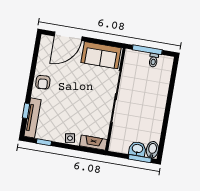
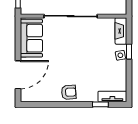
door: (68, 36) -> (18, 75), hinge flipped
tv unit: (33, 118) -> (112, 97), width x0.71
window: (44, 142) -> (129, 52), moved

